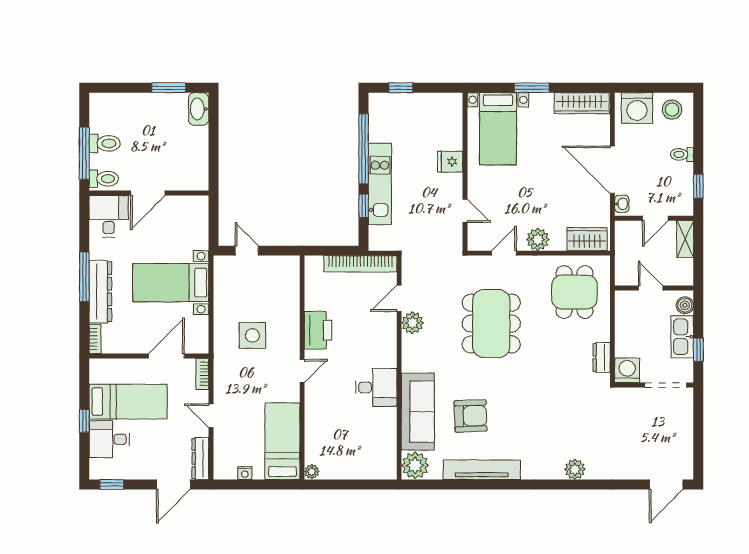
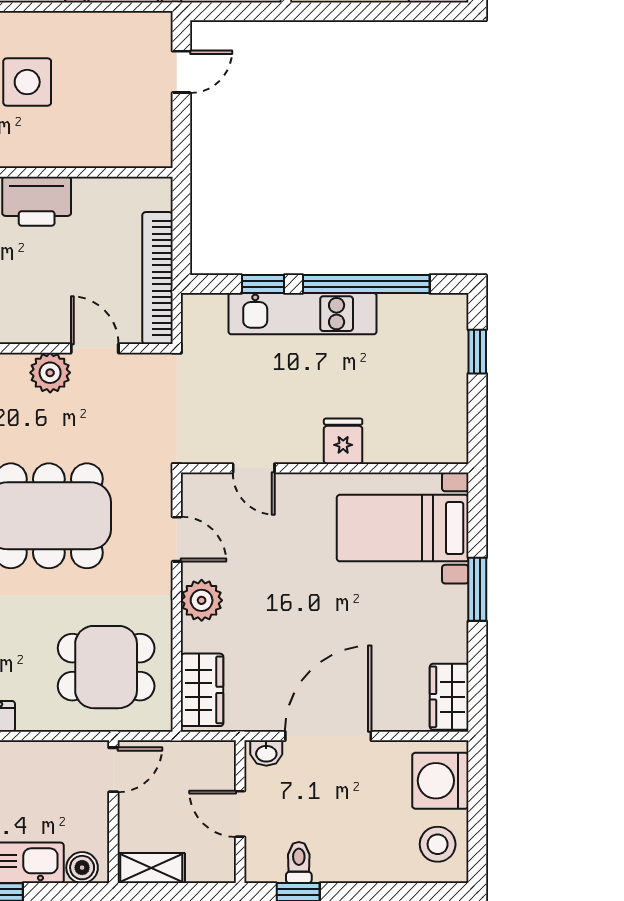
wardrobe: (582, 103) -> (449, 697), width x0.67
toilet: (682, 154) -> (299, 863), moved
door: (465, 211) -> (254, 468), hinge flipped
shelving: (685, 239) -> (151, 868), moved
door: (651, 288) -> (113, 770), moved

